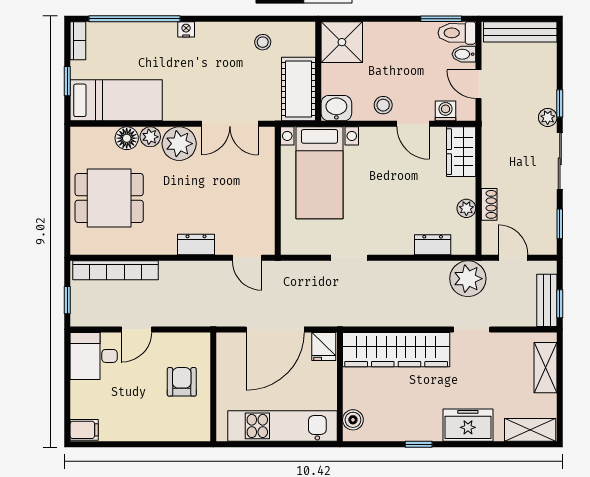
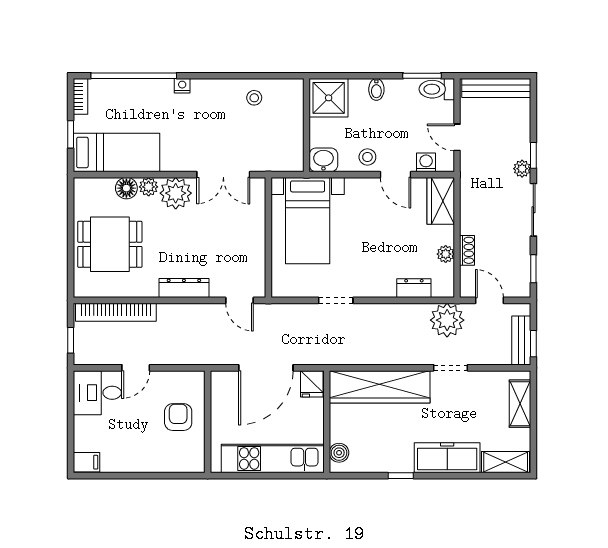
bidet: (464, 54) -> (376, 89), moved, turned -90
cot: (299, 89) -> (288, 142), removed
dresser: (196, 244) -> (184, 288), width x1.44
freezer: (468, 425) -> (447, 458), width x1.40

